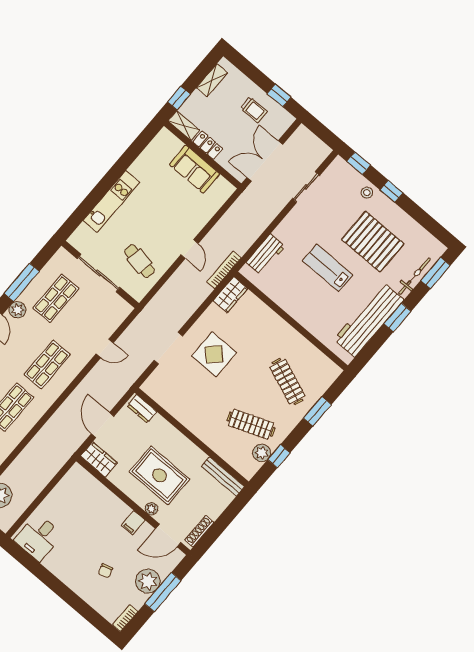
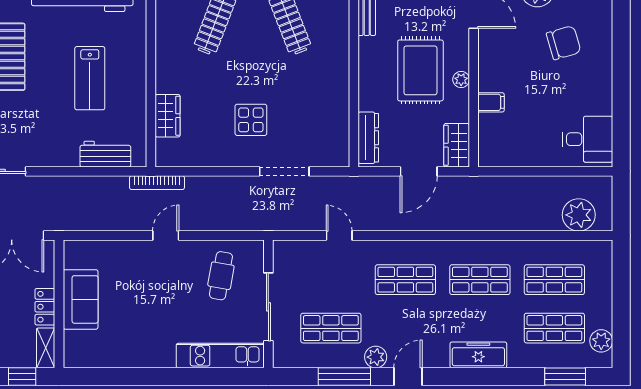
kitchen unit: (111, 201) -> (220, 356), moved
lab bench: (328, 268) -> (90, 78), moved
wardrobe: (230, 295) -> (168, 116), moved, turned 90
display table: (214, 354) -> (251, 120), width x0.73, depth x0.73
dresser: (142, 409) -> (368, 138), width x1.44
plant: (151, 509) -> (461, 79), moved
filing cabinet: (133, 523) -> (491, 102), moved
chair: (105, 571) -> (564, 43), width x1.87, depth x1.87

